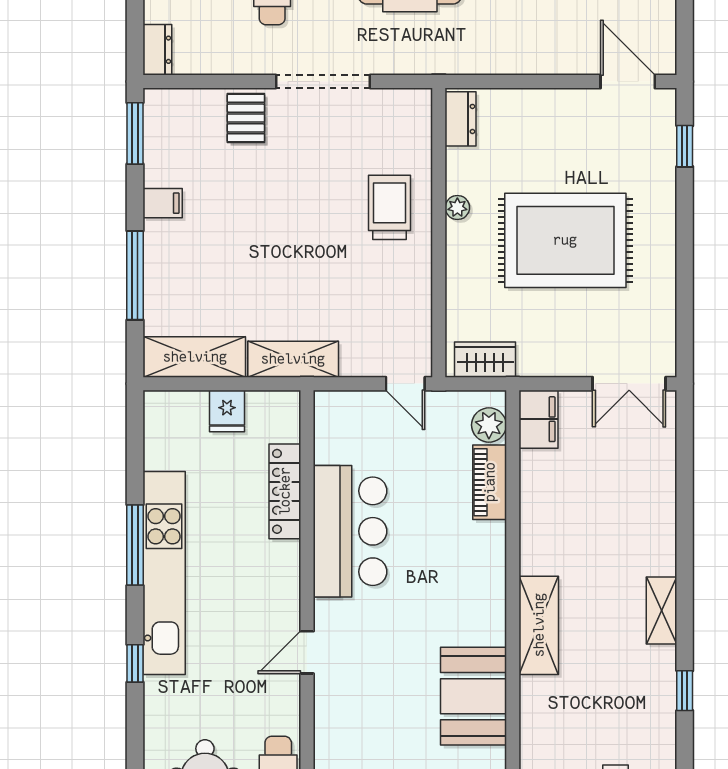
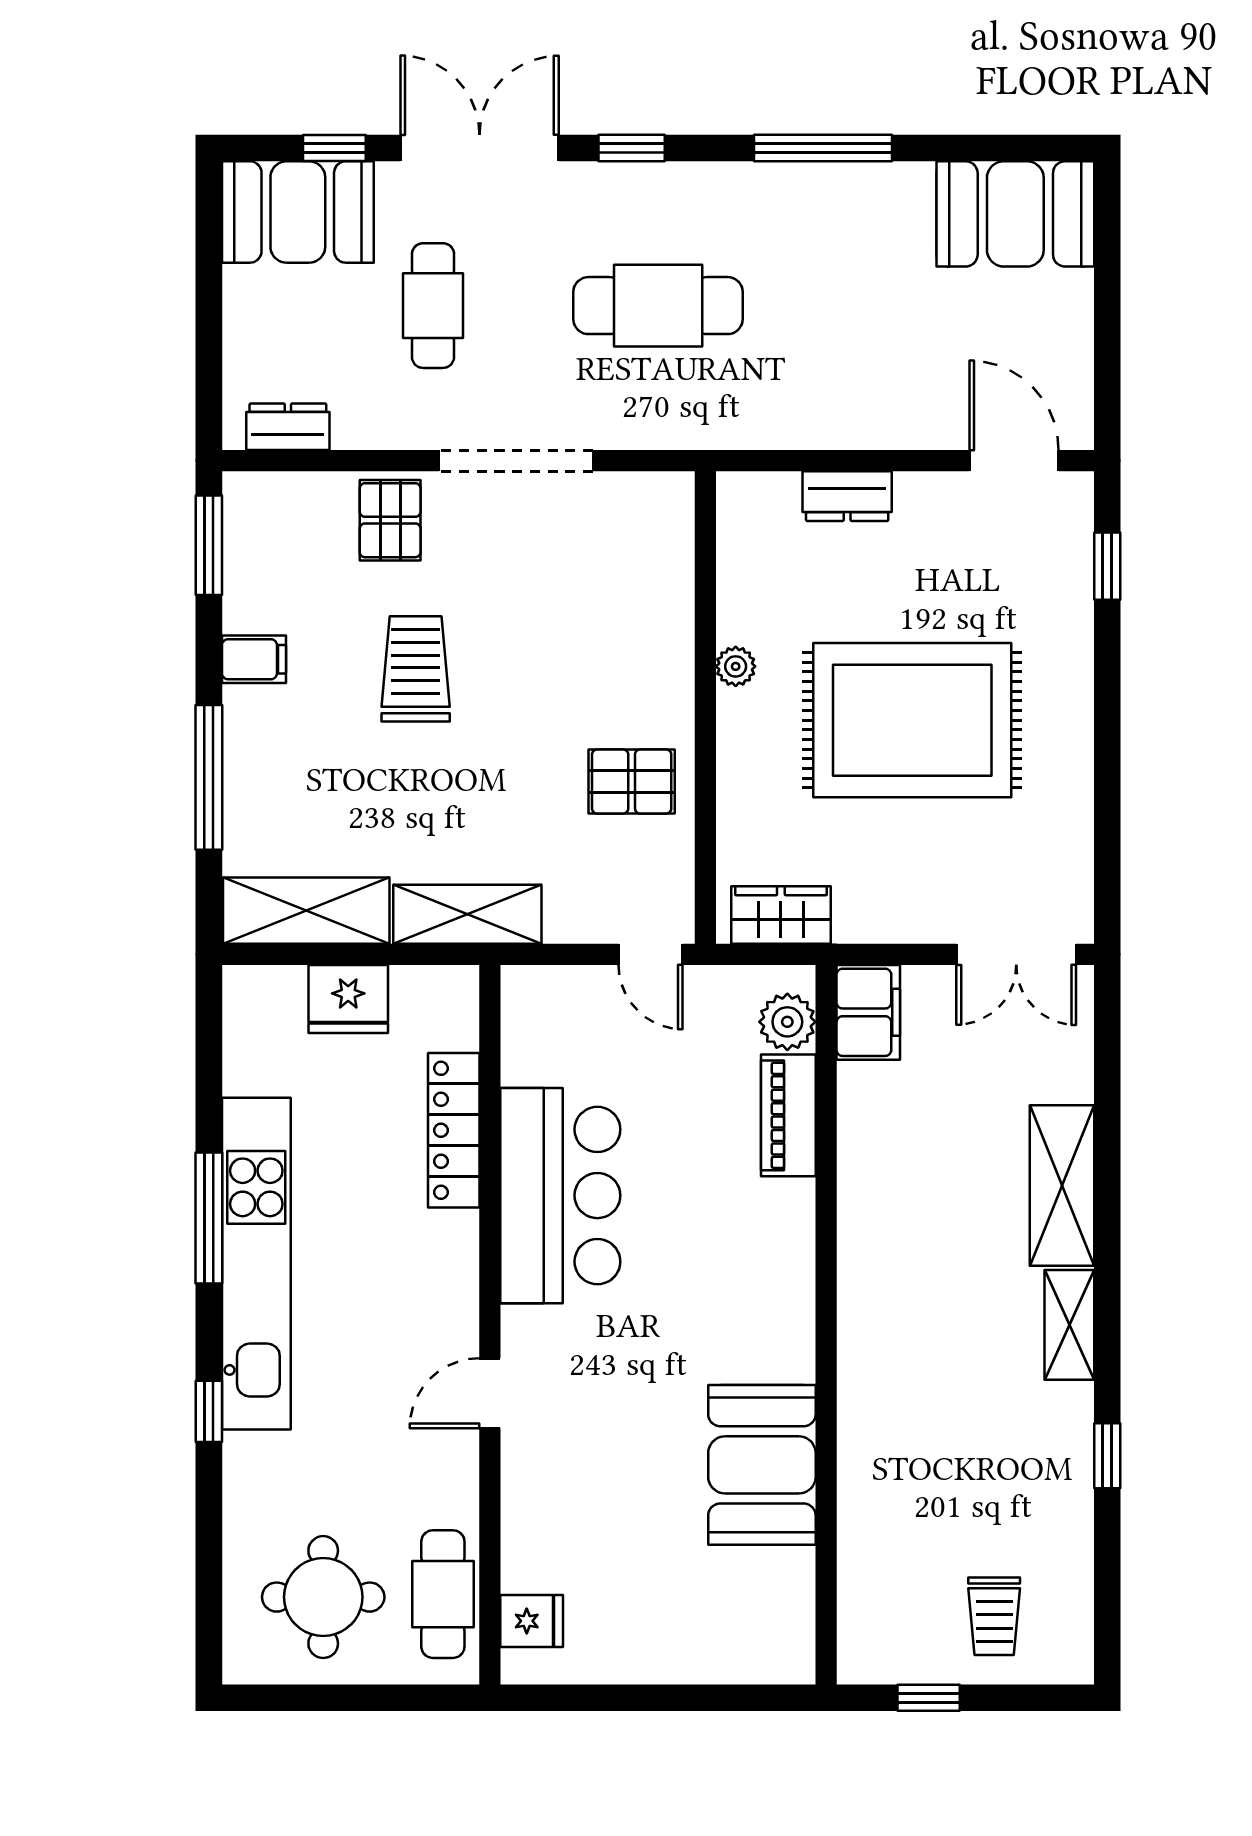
dresser: (157, 50) -> (288, 427), moved, turned -90
dresser: (461, 119) -> (847, 496), moved, turned 90
trolley: (389, 207) -> (416, 669), moved
pallet: (394, 278) -> (632, 781), added
fridge: (227, 411) -> (348, 999), width x1.38
shelving: (539, 625) -> (1062, 1185), moved

